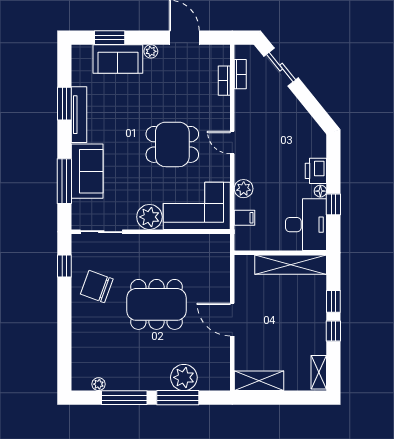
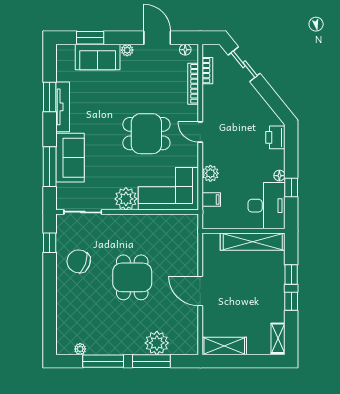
floor lamp: (215, 51) -> (185, 50), added
bookcase: (224, 81) -> (193, 84), width x1.56
printer: (316, 171) -> (275, 137), moved
dining table: (156, 304) -> (132, 277), width x0.73

